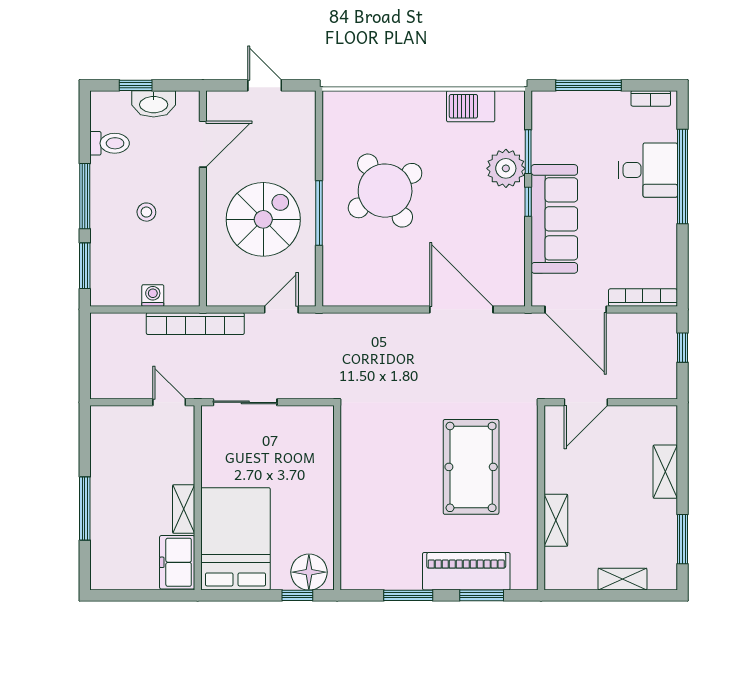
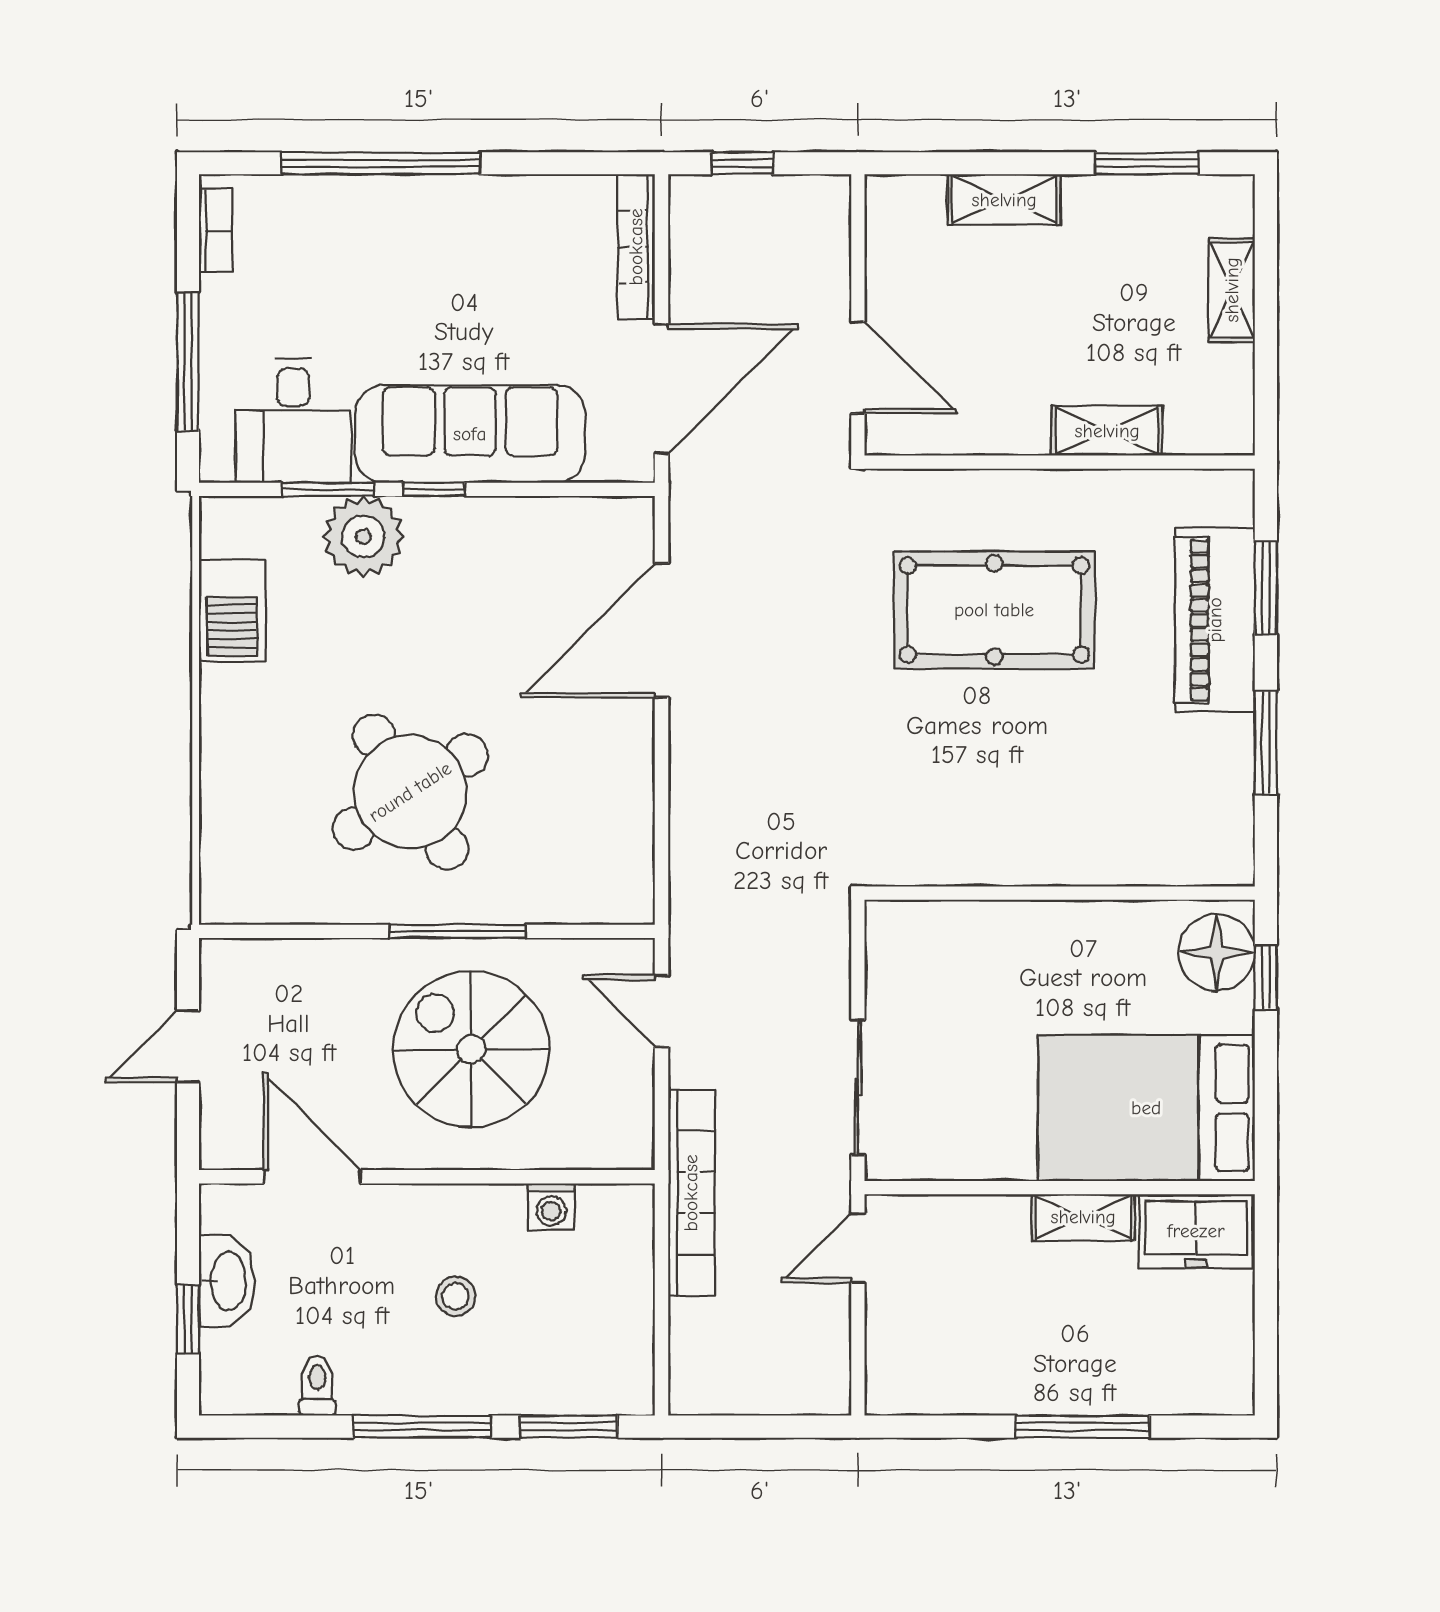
toilet: (110, 143) -> (317, 1386), width x0.73, depth x0.72
desk: (648, 170) -> (293, 421), moved, turned 180
washing machine: (153, 295) -> (551, 1206), moved, turned -90

